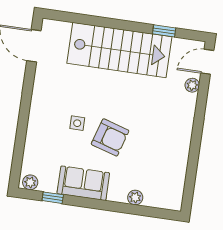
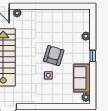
sofa: (83, 183) -> (82, 78), moved
window: (53, 198) -> (93, 56), moved

